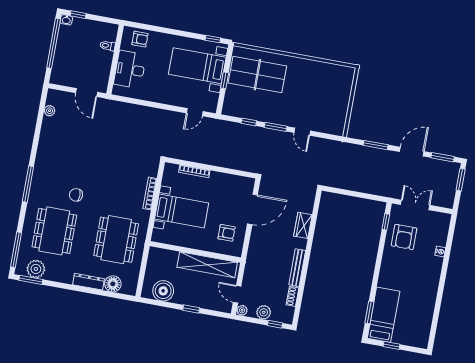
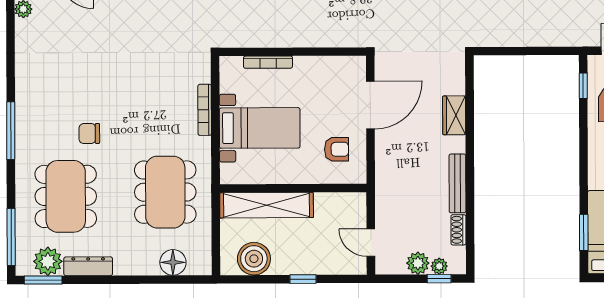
shelving: (207, 265) -> (267, 205), moved
dresser: (88, 282) -> (88, 266), moved
plant: (242, 310) -> (439, 266), moved

